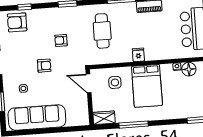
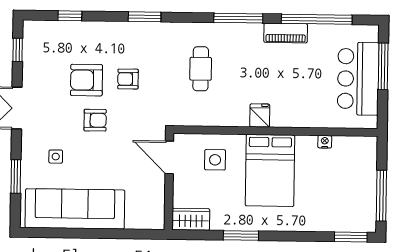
armchair: (17, 22) -> (86, 80), moved
cafe table: (102, 31) -> (201, 69), width x0.73, depth x0.74
floor lamp: (189, 69) -> (345, 148), removed
window: (134, 125) -> (241, 235), width x0.69

